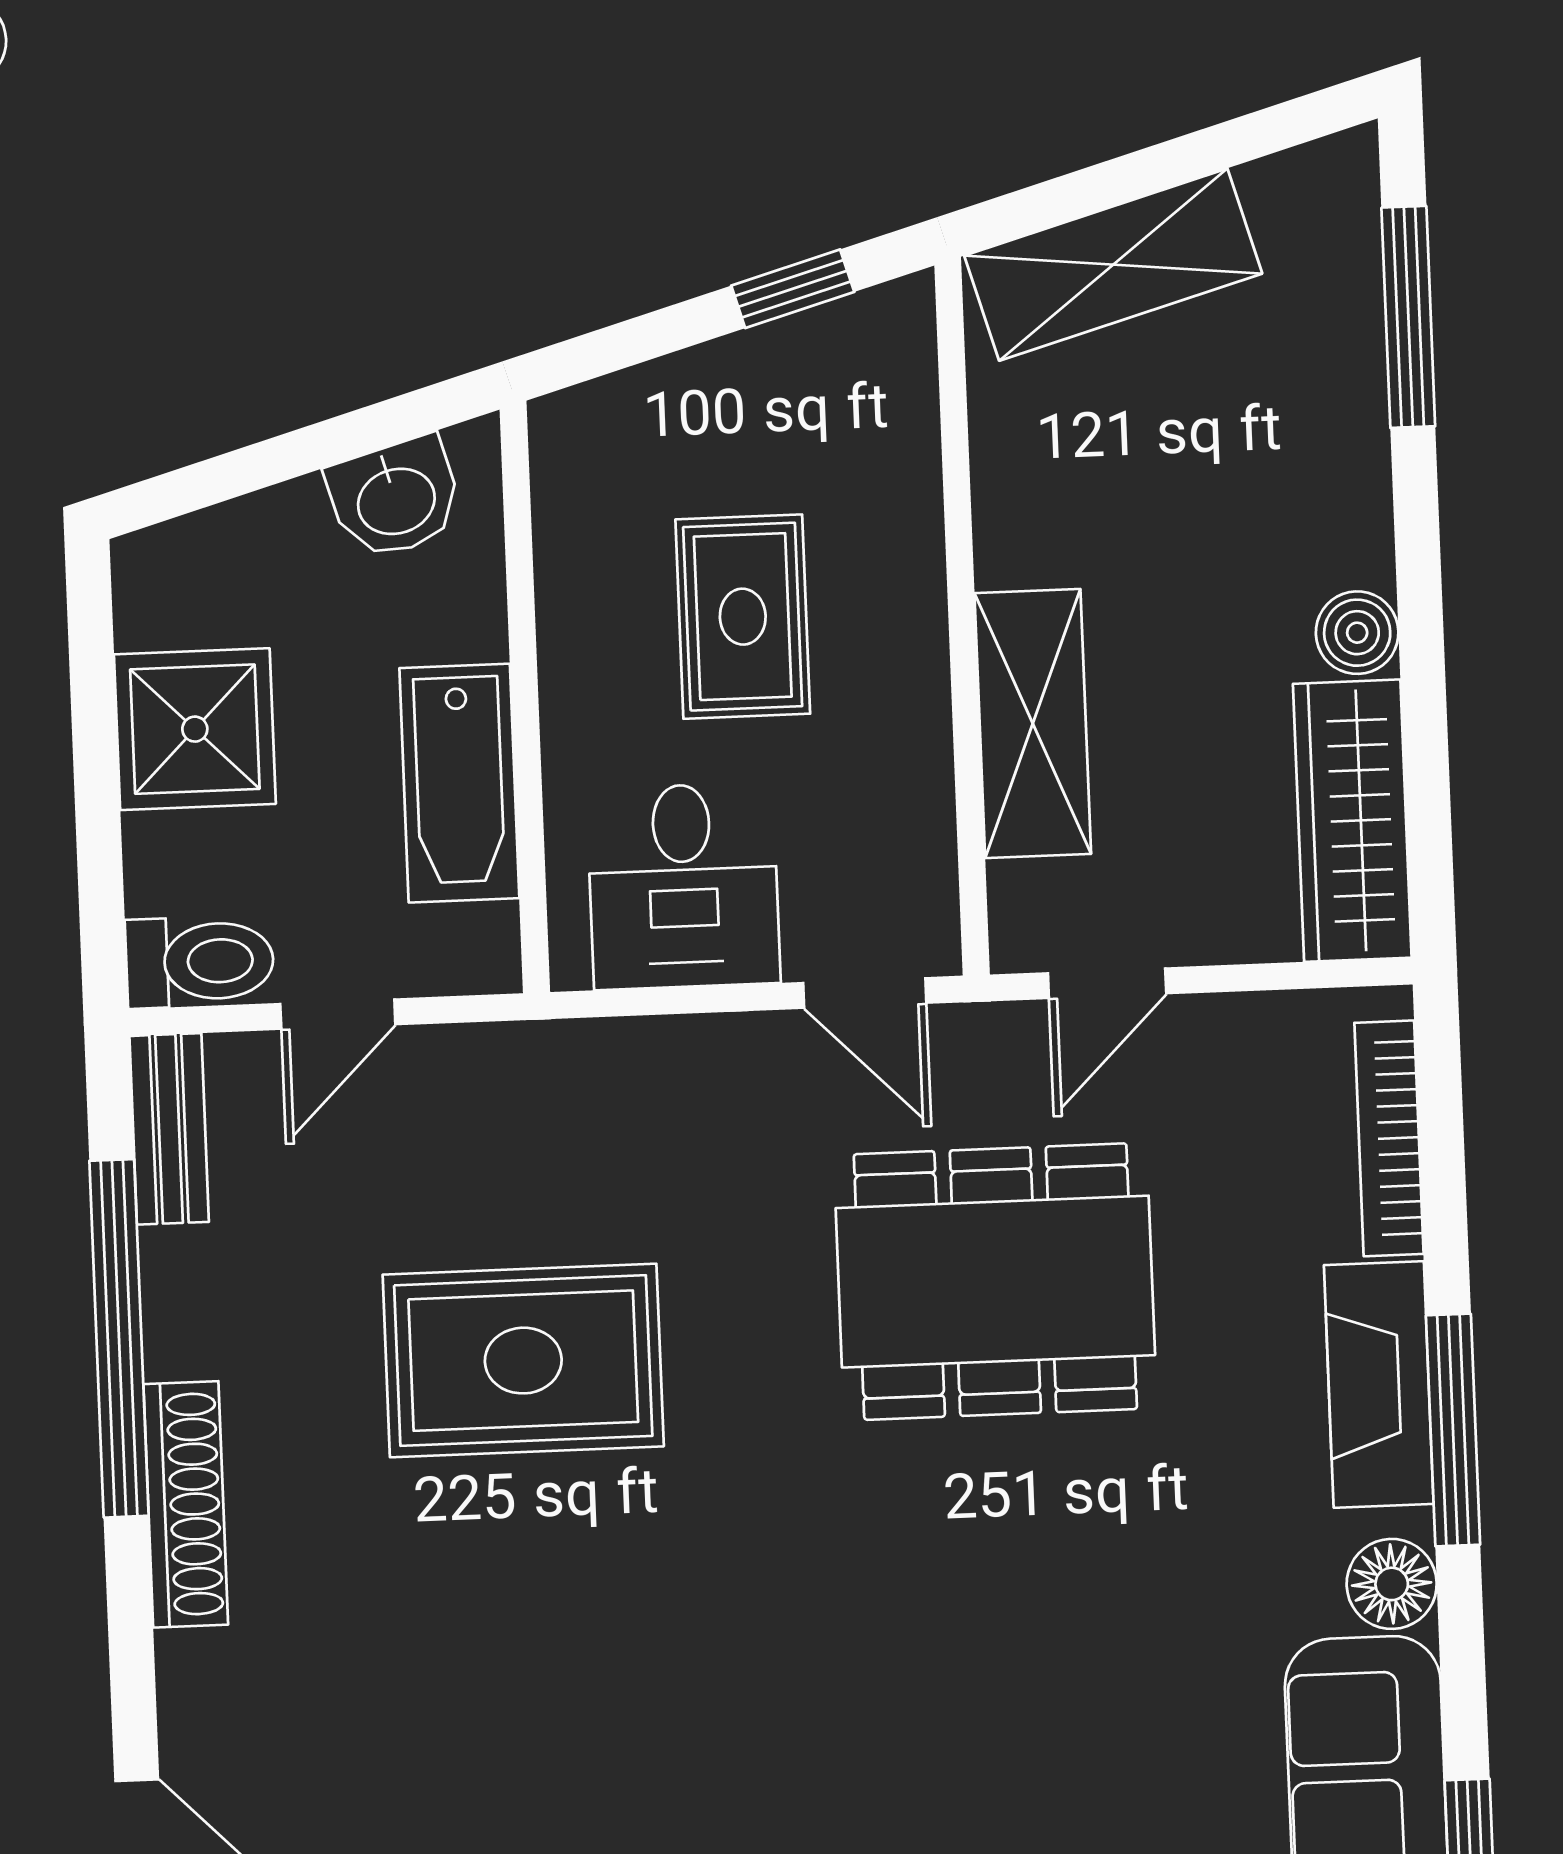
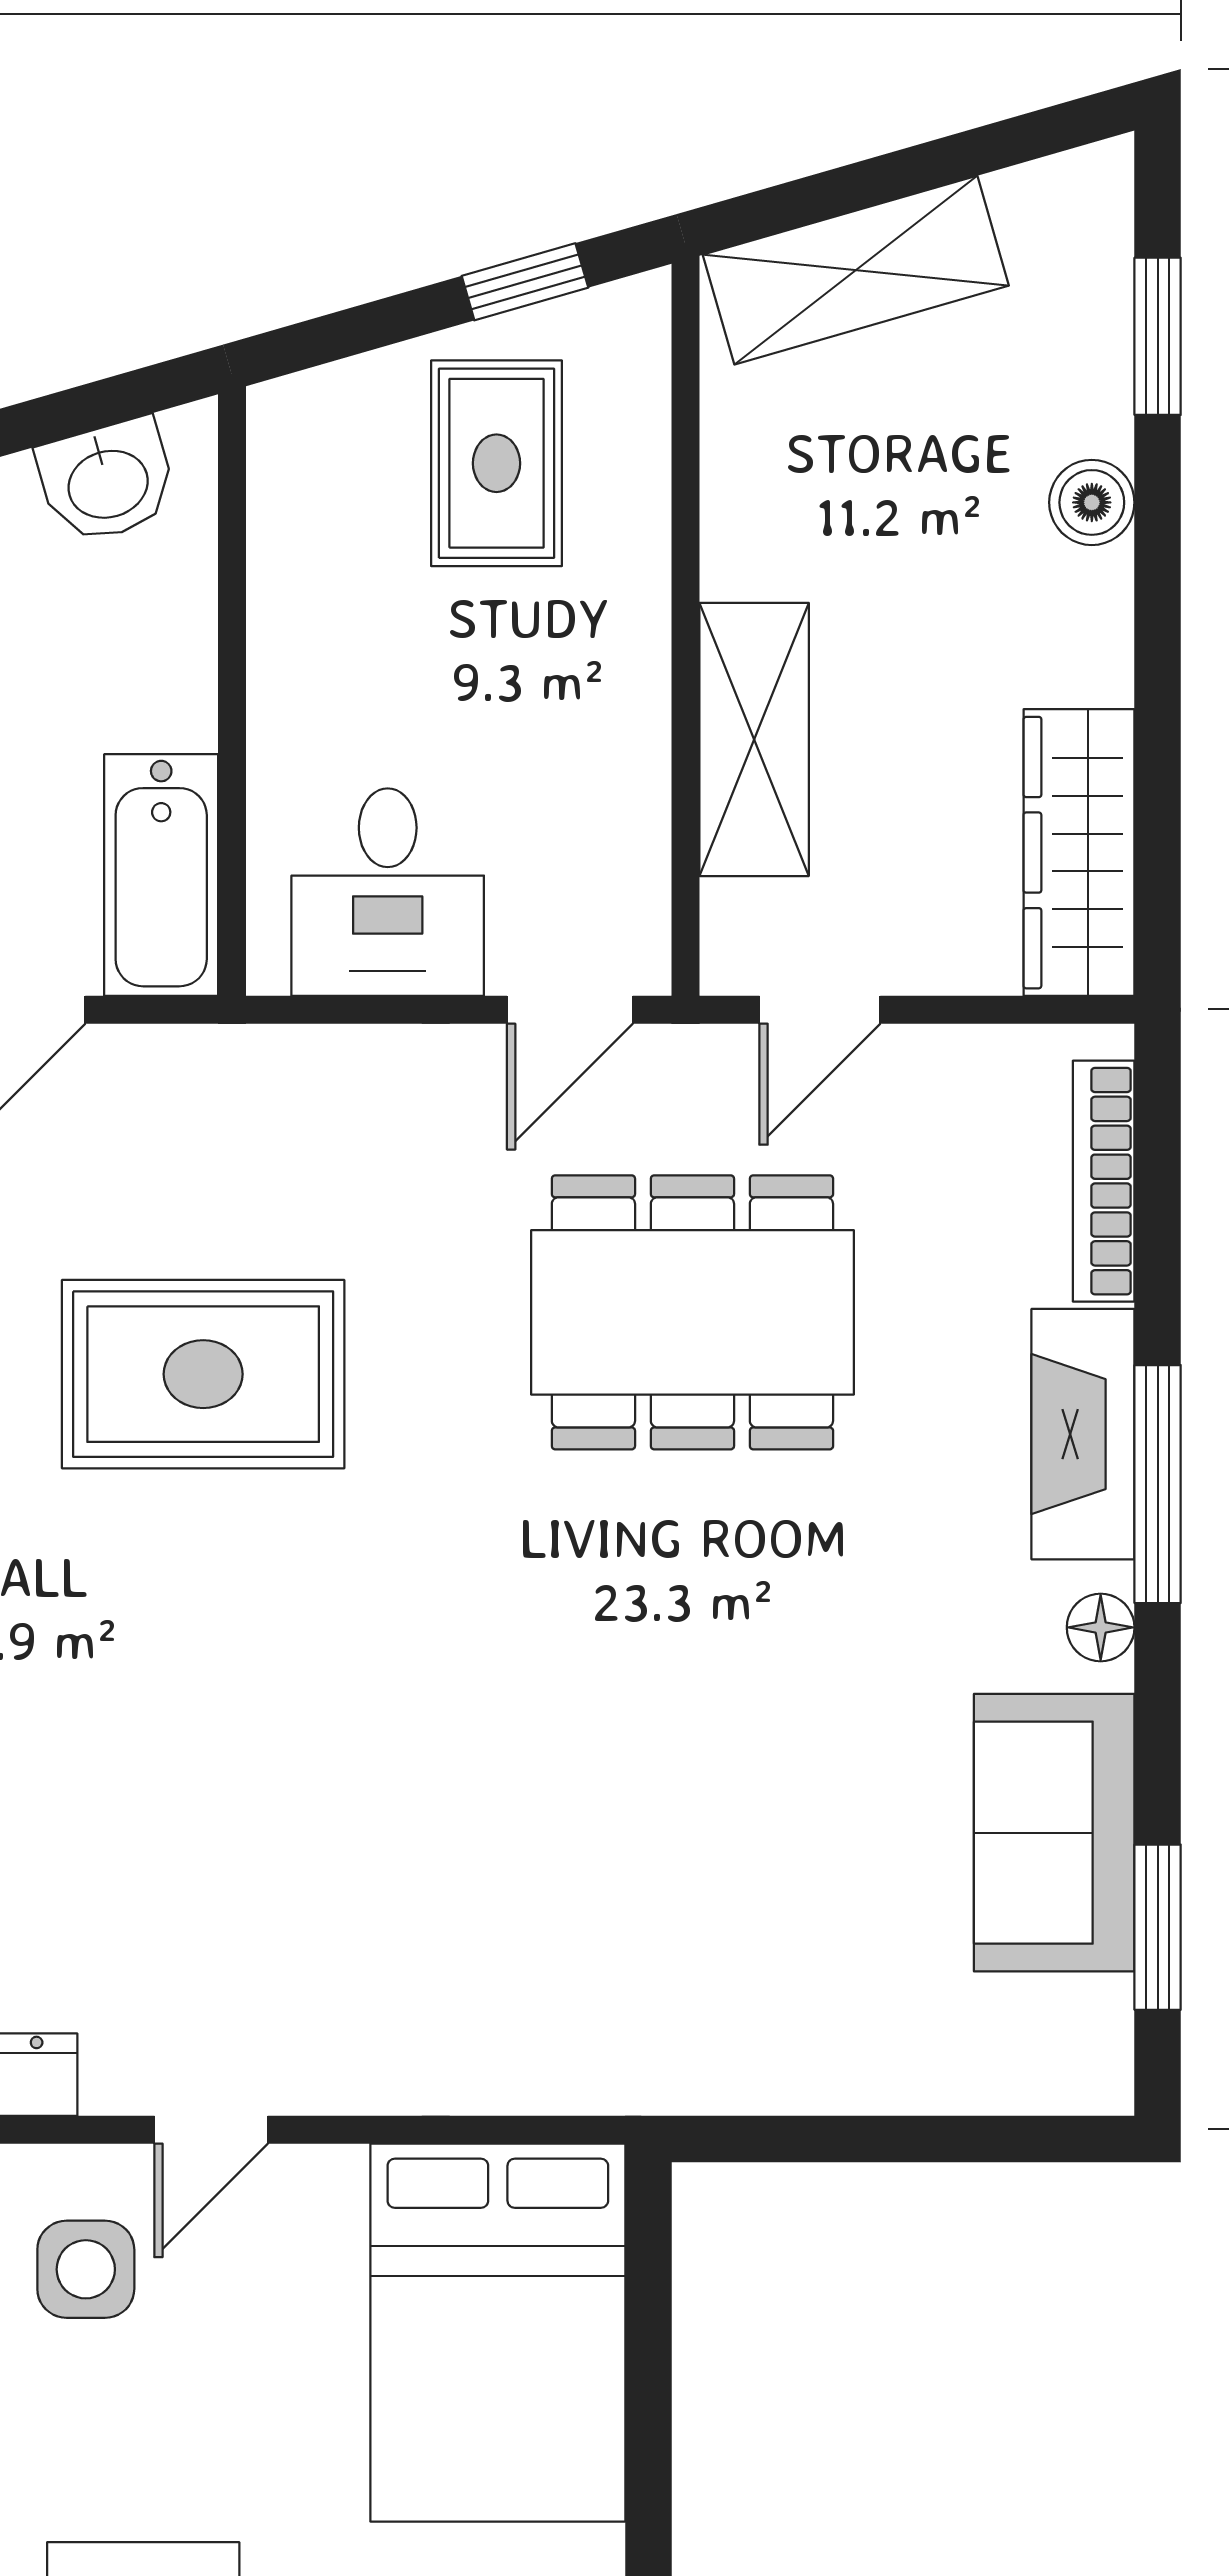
window: (1408, 317) -> (1158, 336), width x0.69
rug: (743, 617) -> (496, 463), moved
boiler: (1357, 633) -> (1092, 502), moved
bathtub: (459, 783) -> (161, 875), moved
door: (865, 993) -> (570, 1010), hinge flipped
floor lamp: (1392, 1584) -> (1101, 1627), width x0.73, depth x0.73

